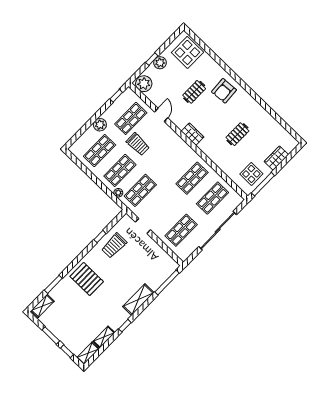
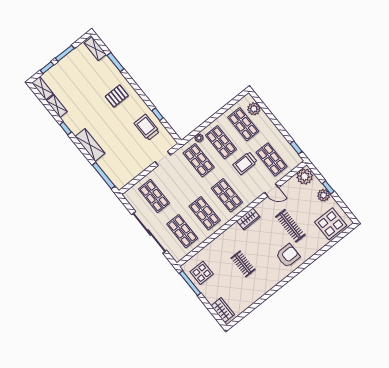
armchair: (224, 91) -> (288, 256), turned 94
clothes rail: (194, 92) -> (290, 226), width x1.36
plant: (100, 125) -> (254, 109), moved
shop shelf: (172, 158) -> (227, 195), added
wardrobe: (276, 158) -> (223, 310), moved
pallet: (87, 279) -> (117, 96), width x0.67, depth x0.71

